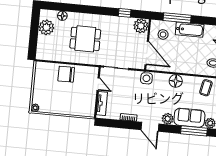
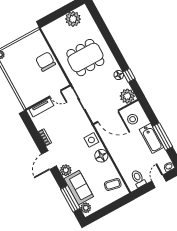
floor lamp: (62, 16) -> (119, 75), moved
window: (177, 18) -> (162, 136), moved
dining table: (85, 39) -> (85, 58), width x1.38
door: (147, 53) -> (108, 116), hinge flipped
side table: (146, 78) -> (91, 140), moved
door: (98, 84) -> (55, 93), hinge flipped

